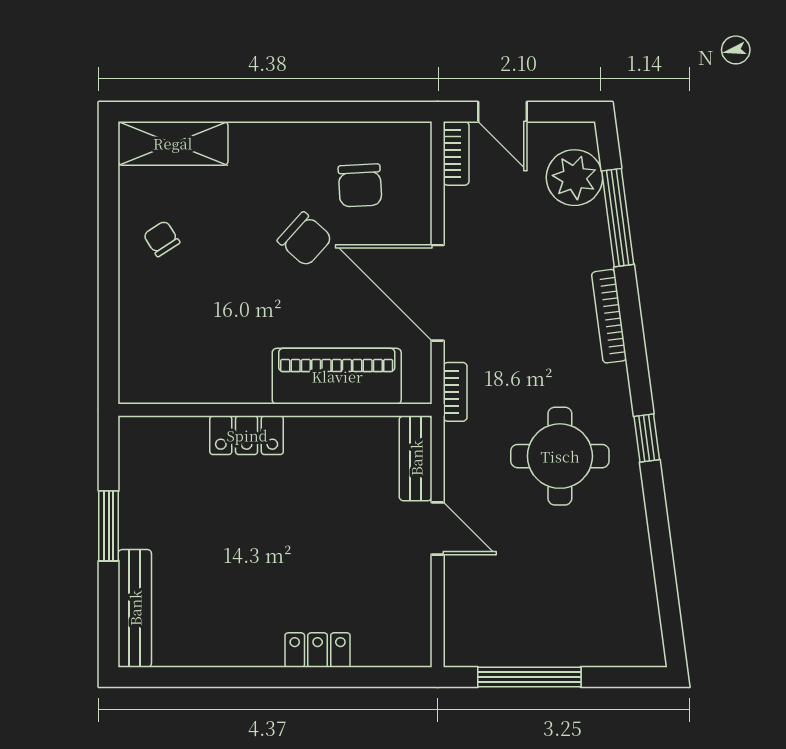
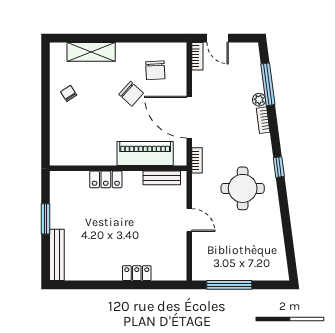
shelving: (173, 143) -> (91, 52), moved
plant: (574, 178) -> (259, 100), moved, width x0.53, depth x0.53
bookcase: (609, 316) -> (263, 120), width x0.64
window: (647, 438) -> (279, 167), moved
bench: (416, 458) -> (162, 178), moved, turned 90

